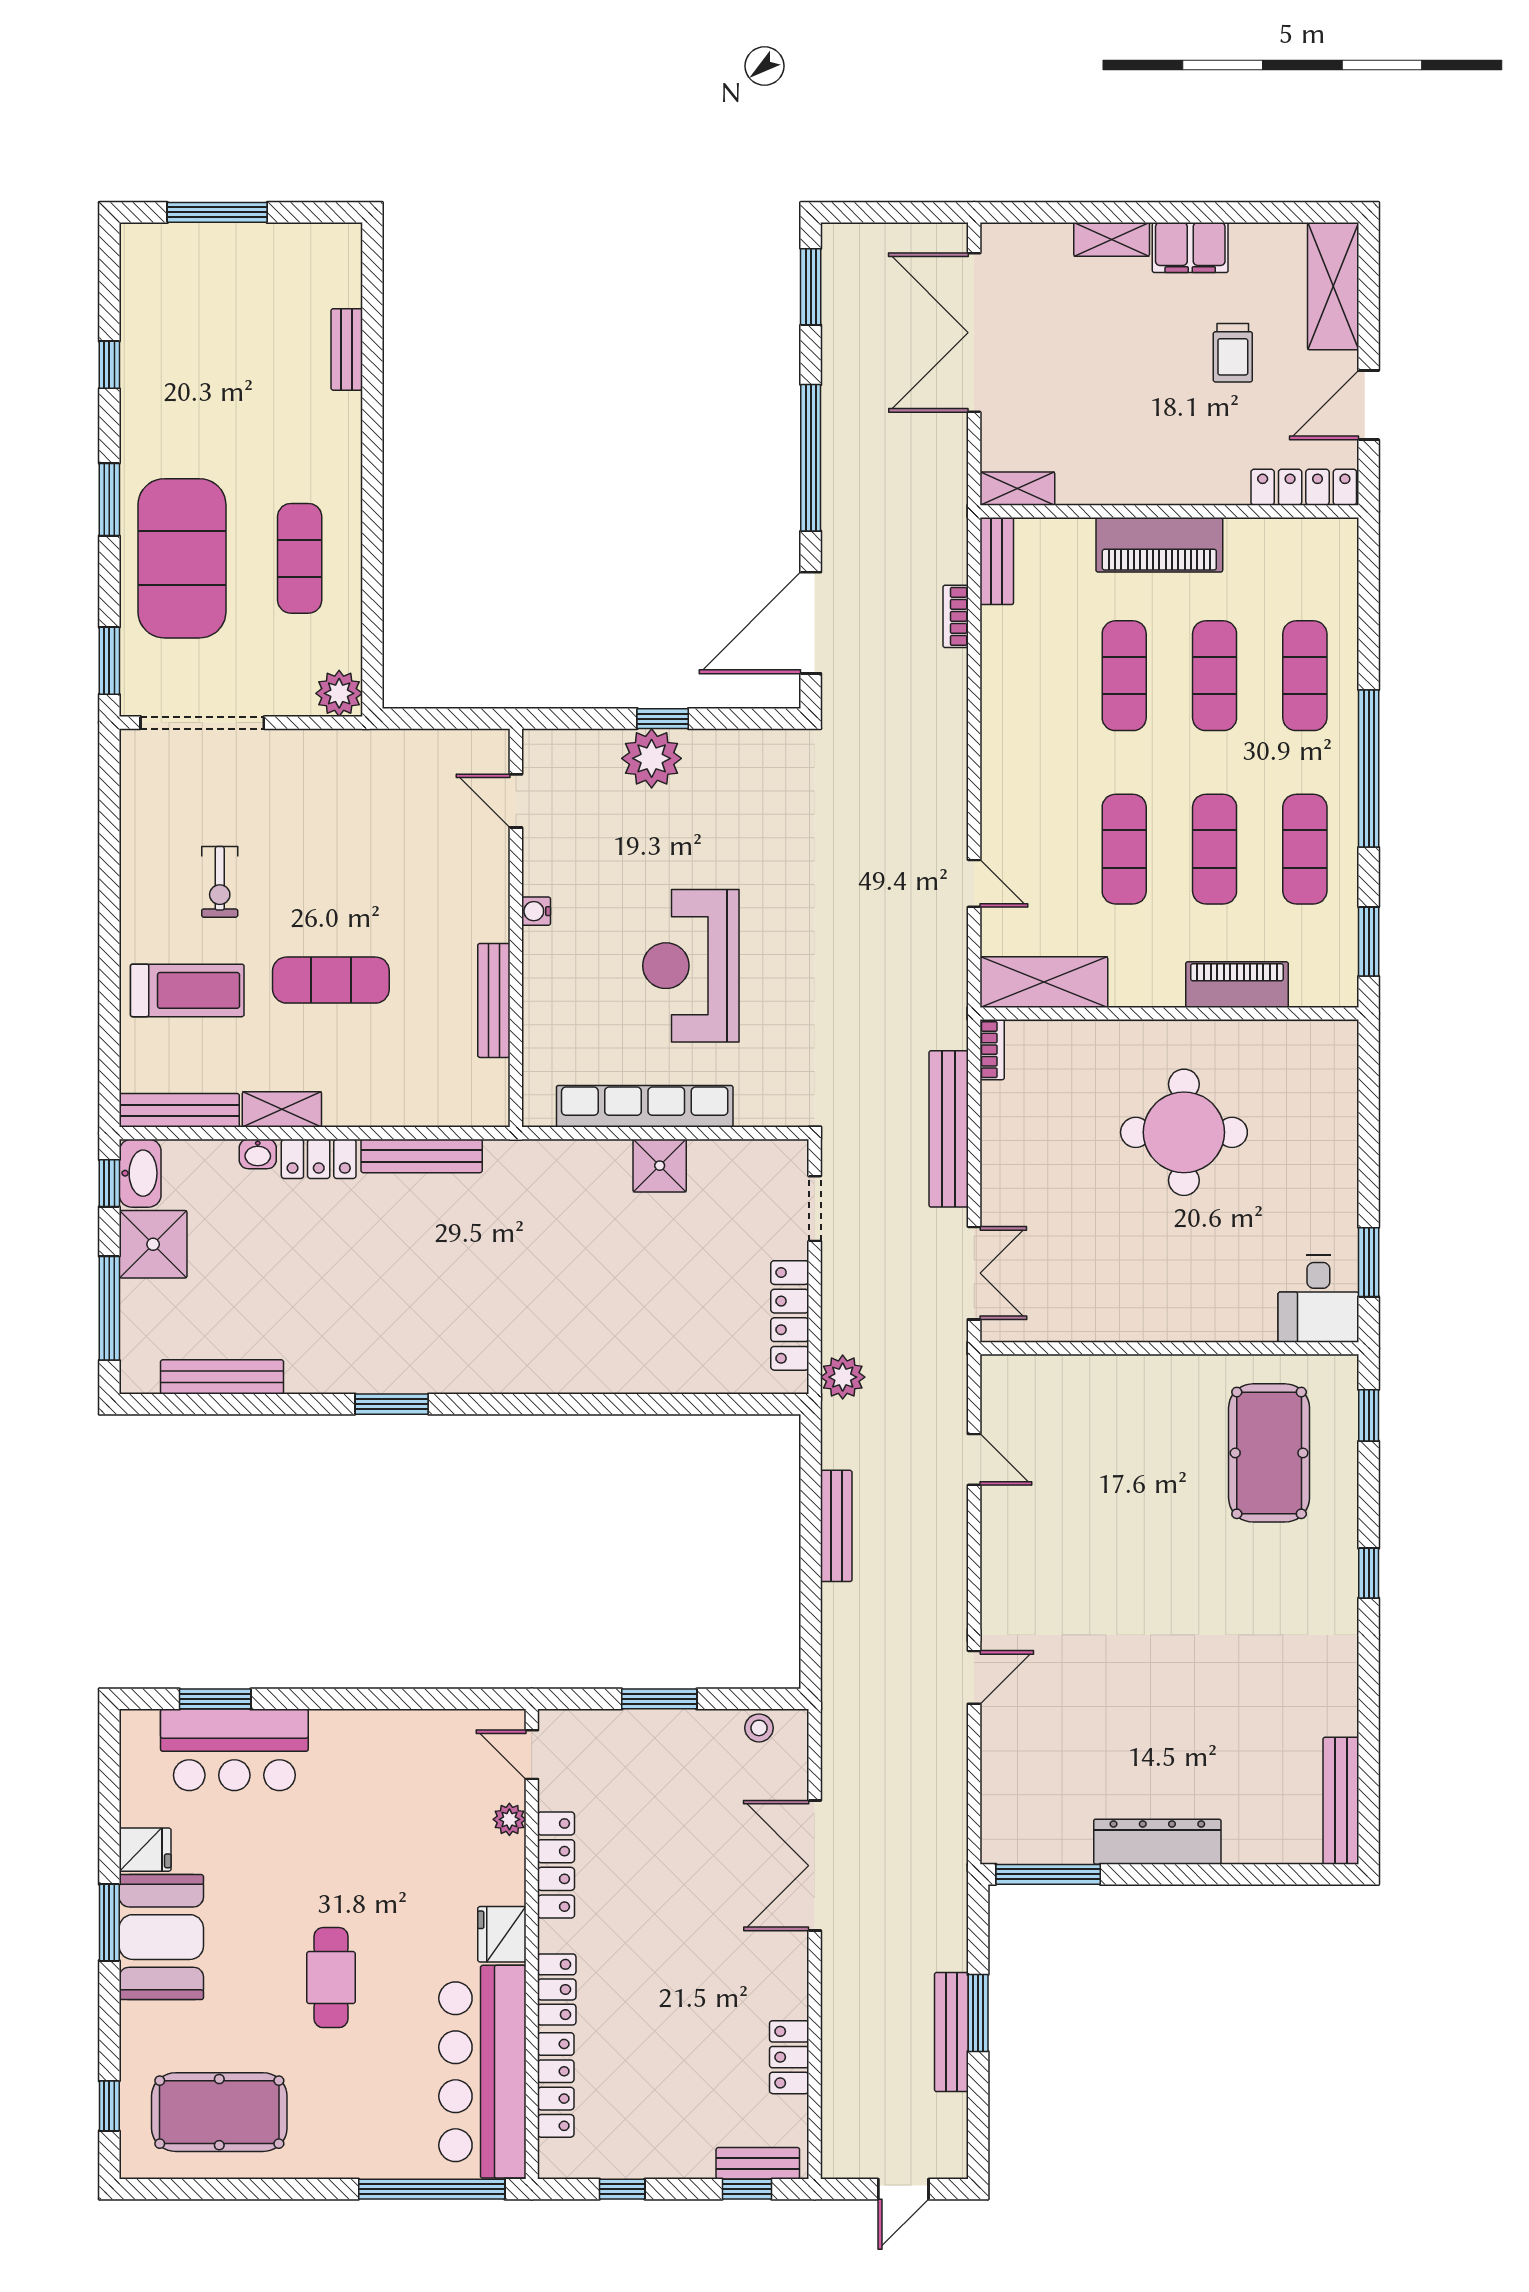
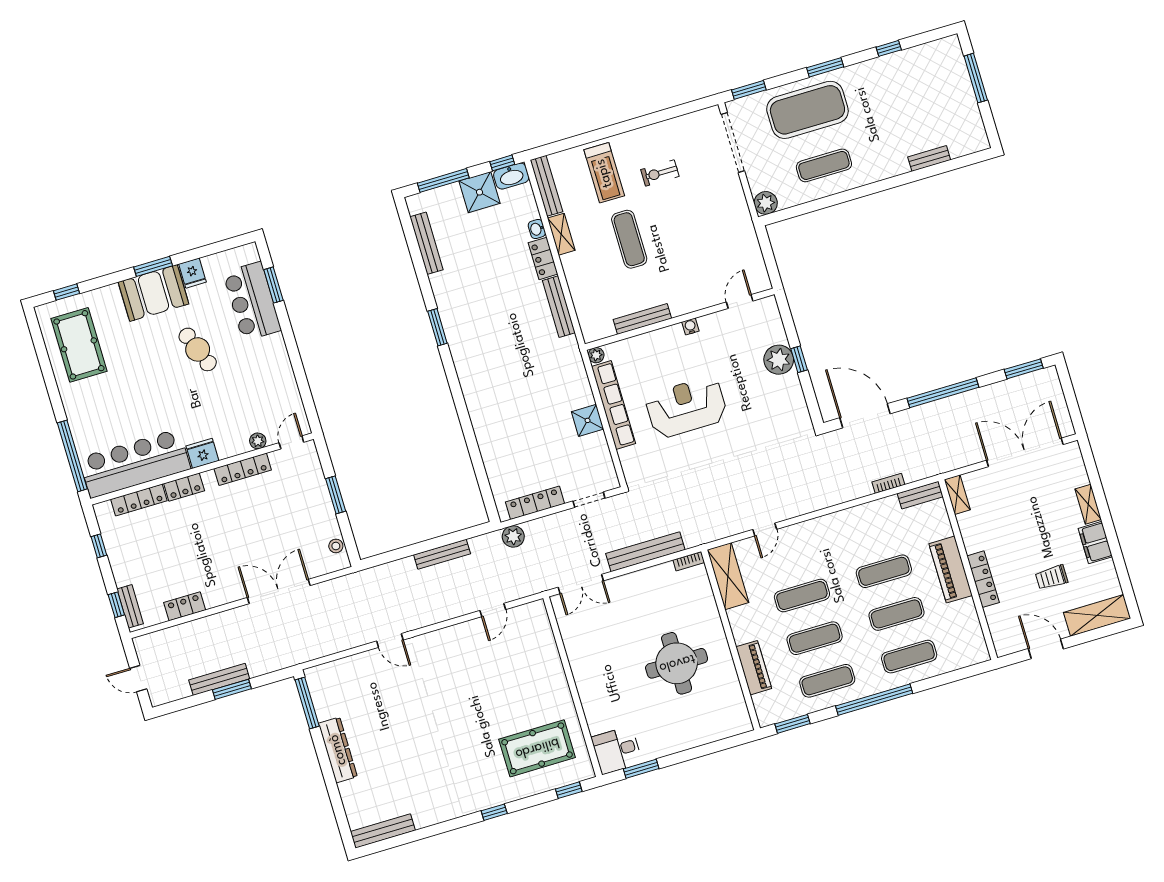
locker: (1304, 487) -> (983, 579), moved
plant: (538, 1111) -> (596, 355), added
cafe table: (331, 1978) -> (198, 349), moved, turned 69

